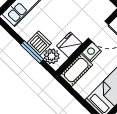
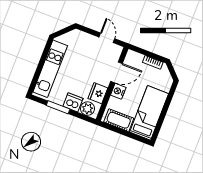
window: (32, 52) -> (58, 107), moved
cot: (76, 70) -> (119, 120), moved, turned 90

